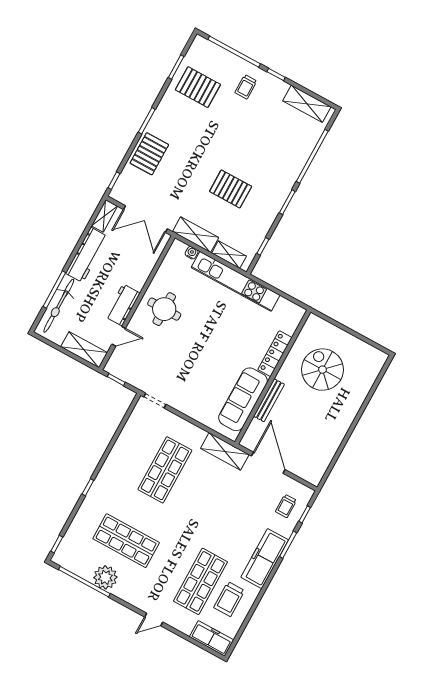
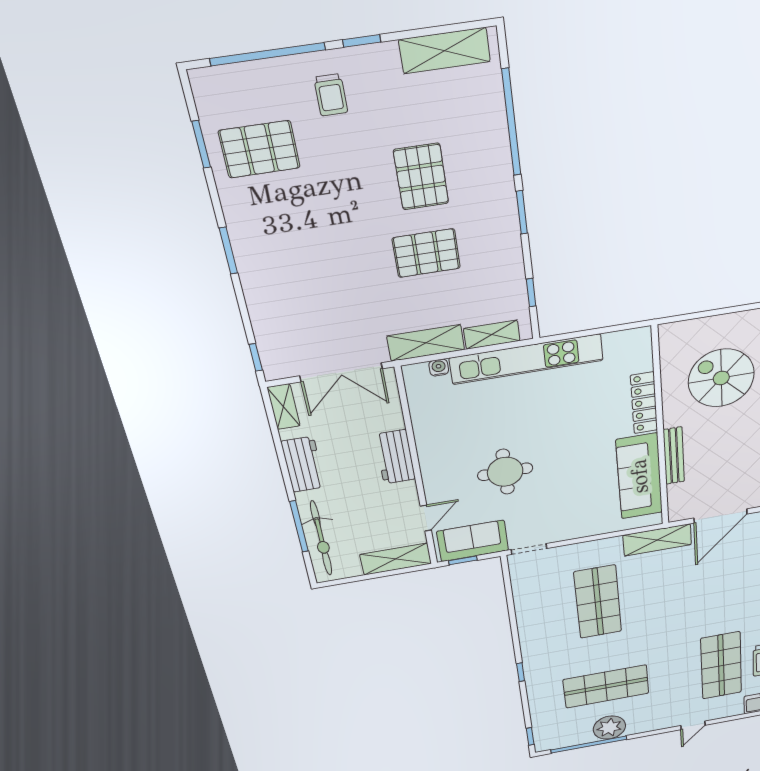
pallet: (149, 154) -> (421, 177), moved
workbench: (87, 255) -> (303, 464), width x0.73
workbench: (123, 305) -> (395, 457), moved
round table: (164, 309) -> (505, 472), moved
sofa: (131, 371) -> (473, 541), added
door: (268, 463) -> (720, 516), swing flipped

